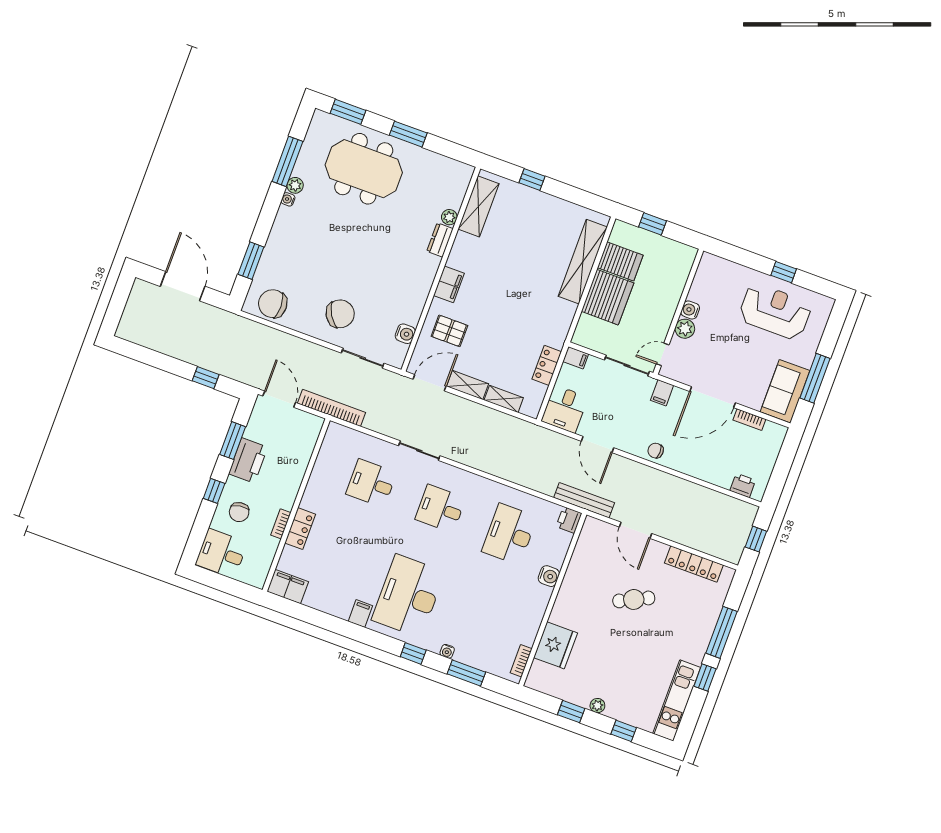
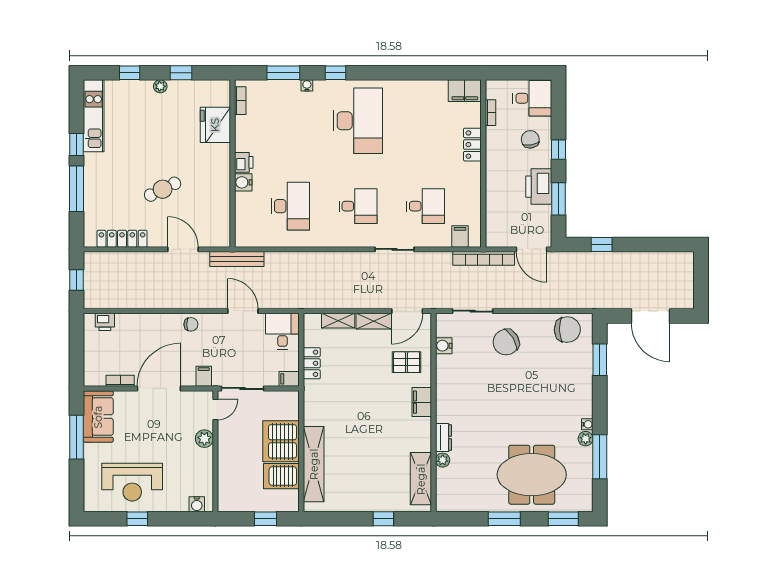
water cooler: (690, 310) -> (197, 504), moved, turned 90
printer: (569, 520) -> (244, 162), moved
bookcase: (281, 524) -> (491, 113), moved
filing cabinet: (360, 614) -> (460, 236), moved, turned 180

